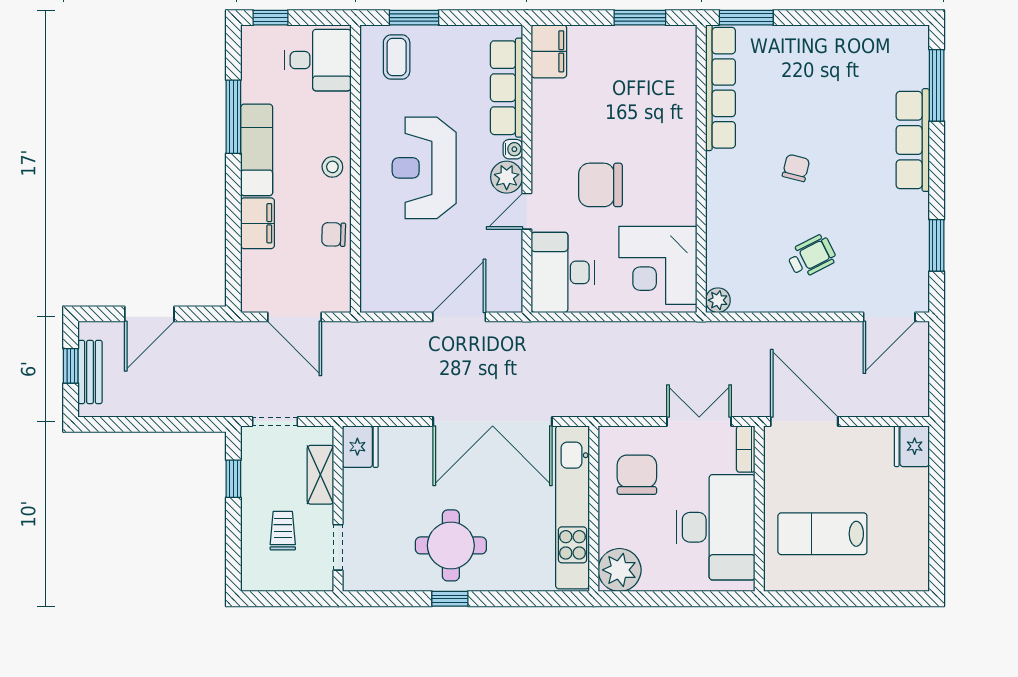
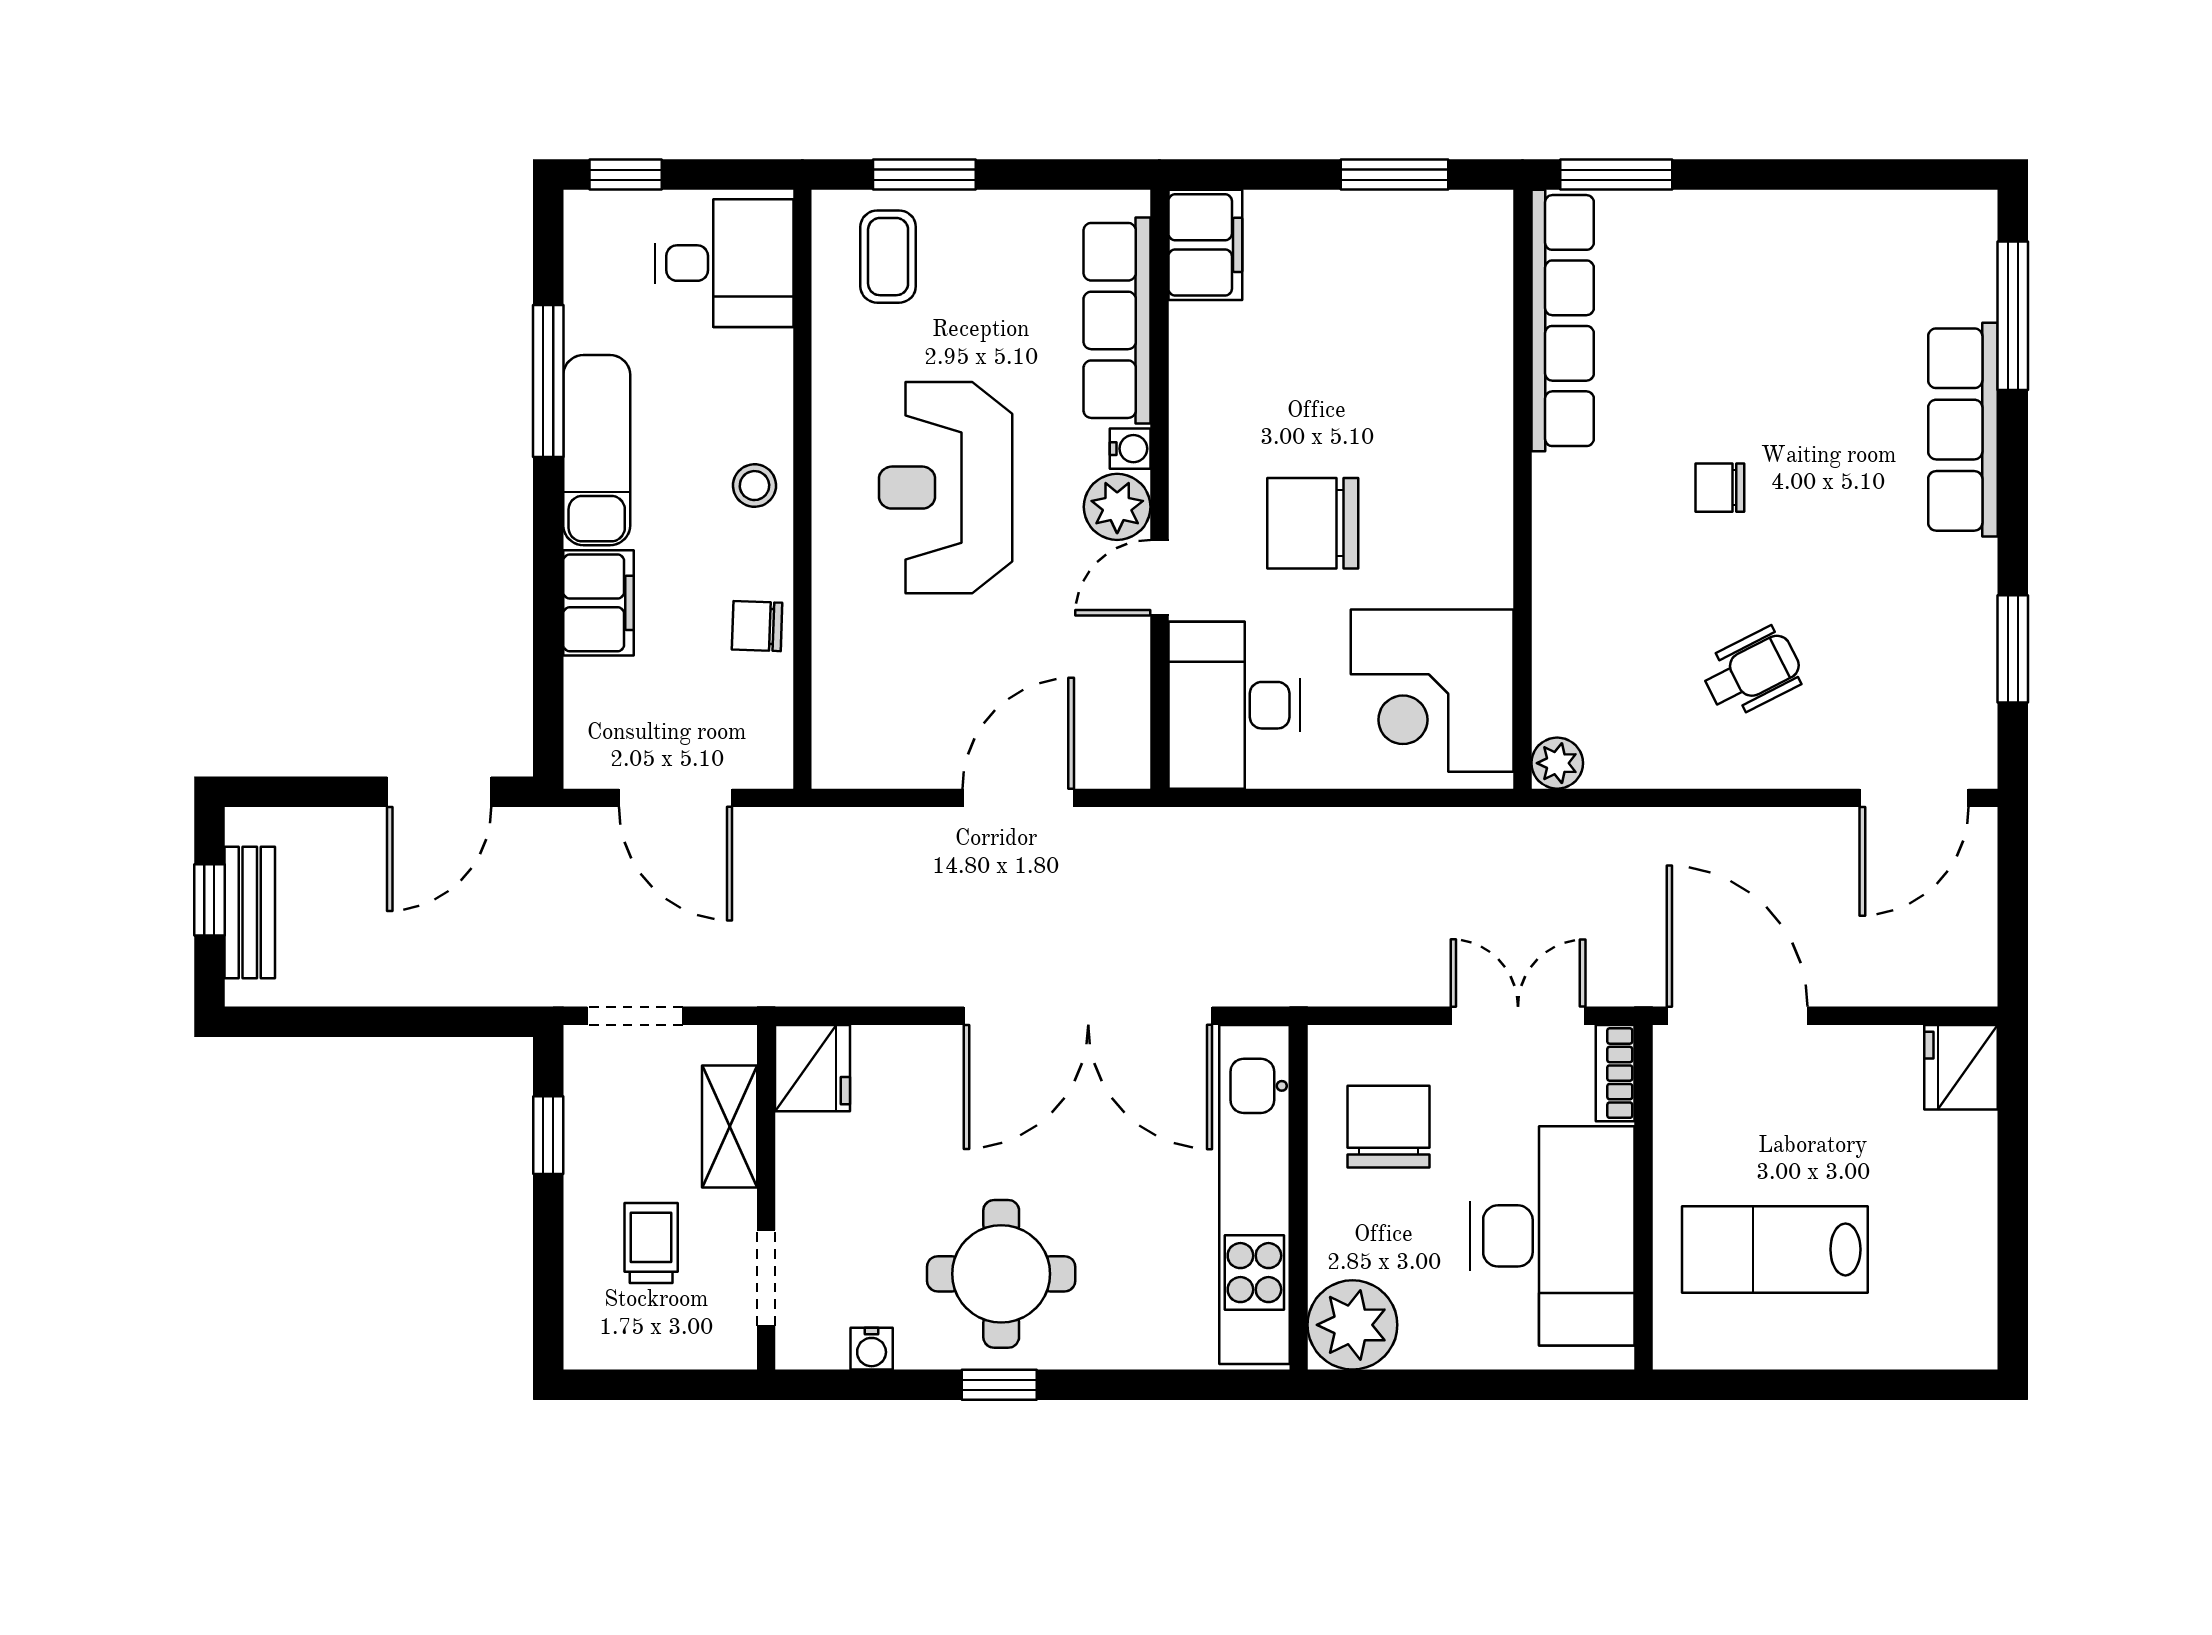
chair: (796, 168) -> (1720, 488), turned -104
door: (149, 314) -> (439, 792), moved
water cooler: (389, 581) -> (872, 1349), added

